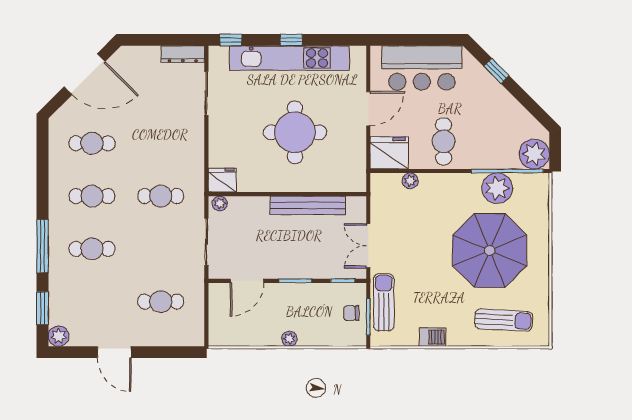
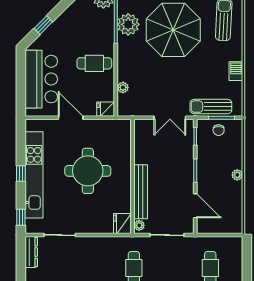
fridge: (389, 153) -> (106, 109), width x0.53, depth x0.75
bench: (308, 205) -> (141, 192), moved

